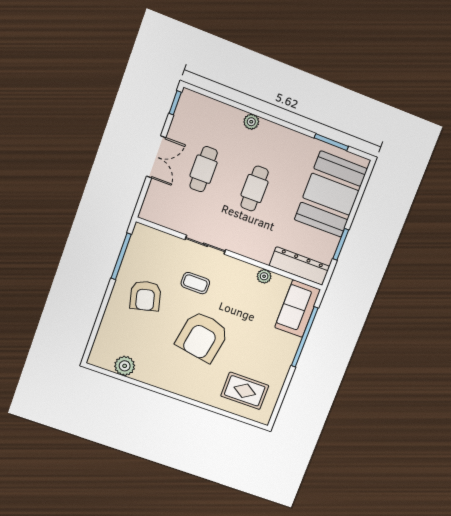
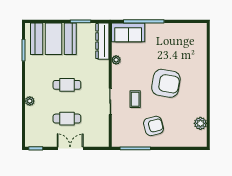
rug: (245, 391) -> (190, 45), removed

